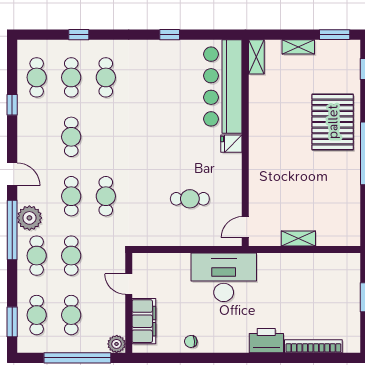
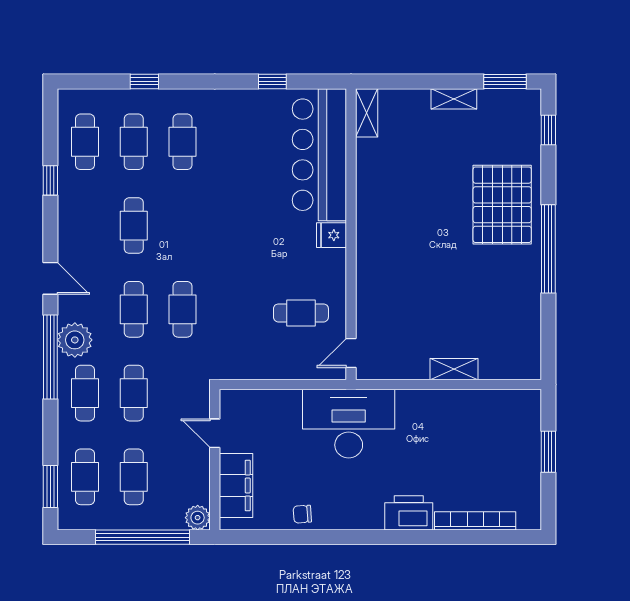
shelving: (256, 57) -> (367, 113), moved
bar counter: (223, 87) -> (319, 155), moved
wall: (245, 143) -> (351, 234), moved
fridge: (231, 144) -> (331, 235), moved
door: (245, 227) -> (351, 353), moved

